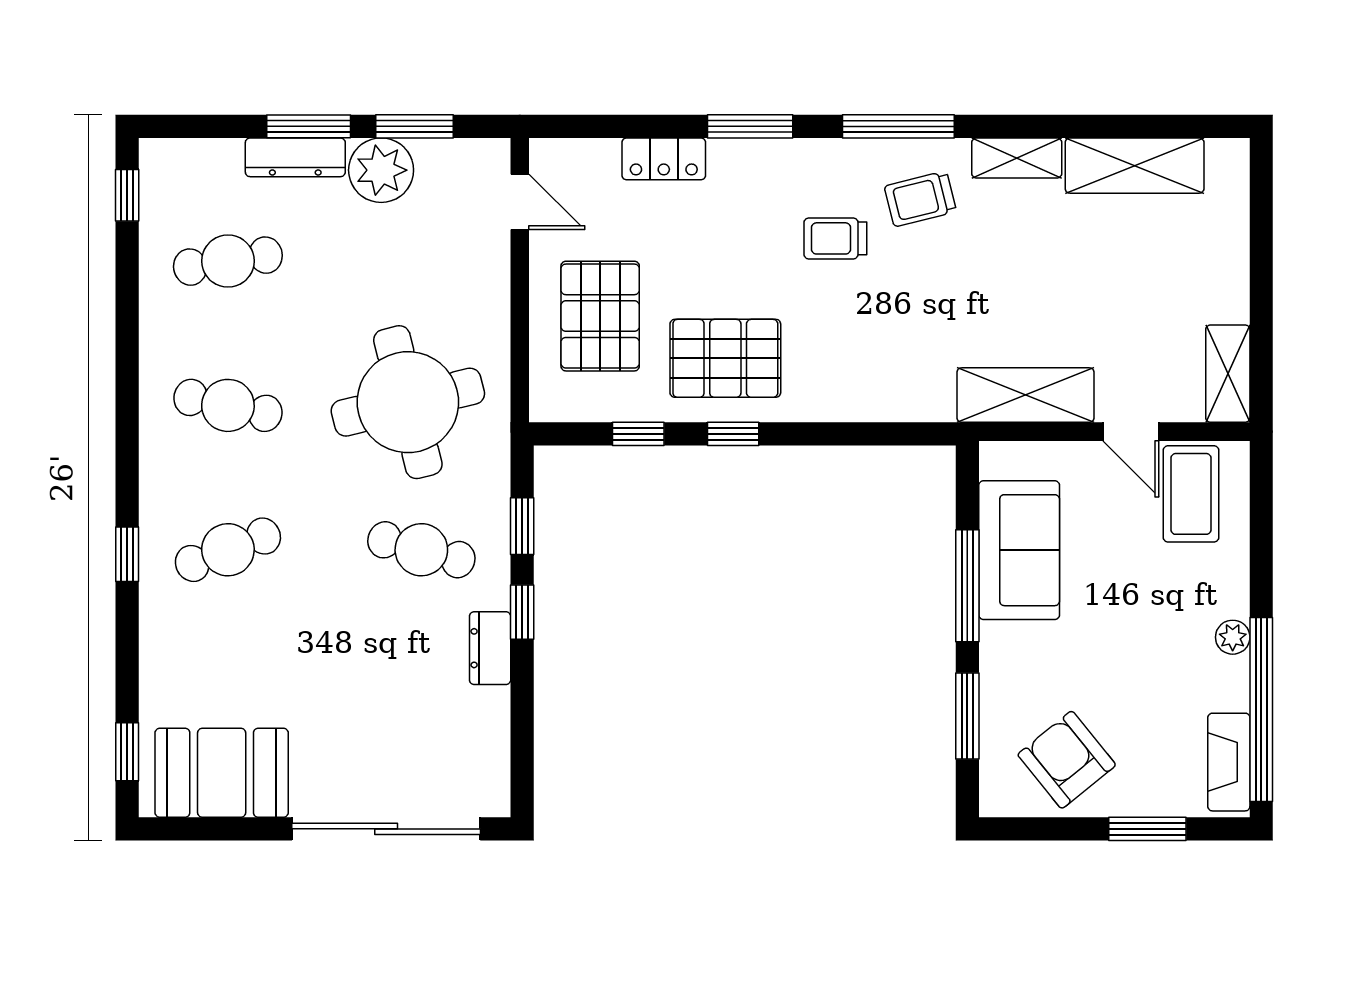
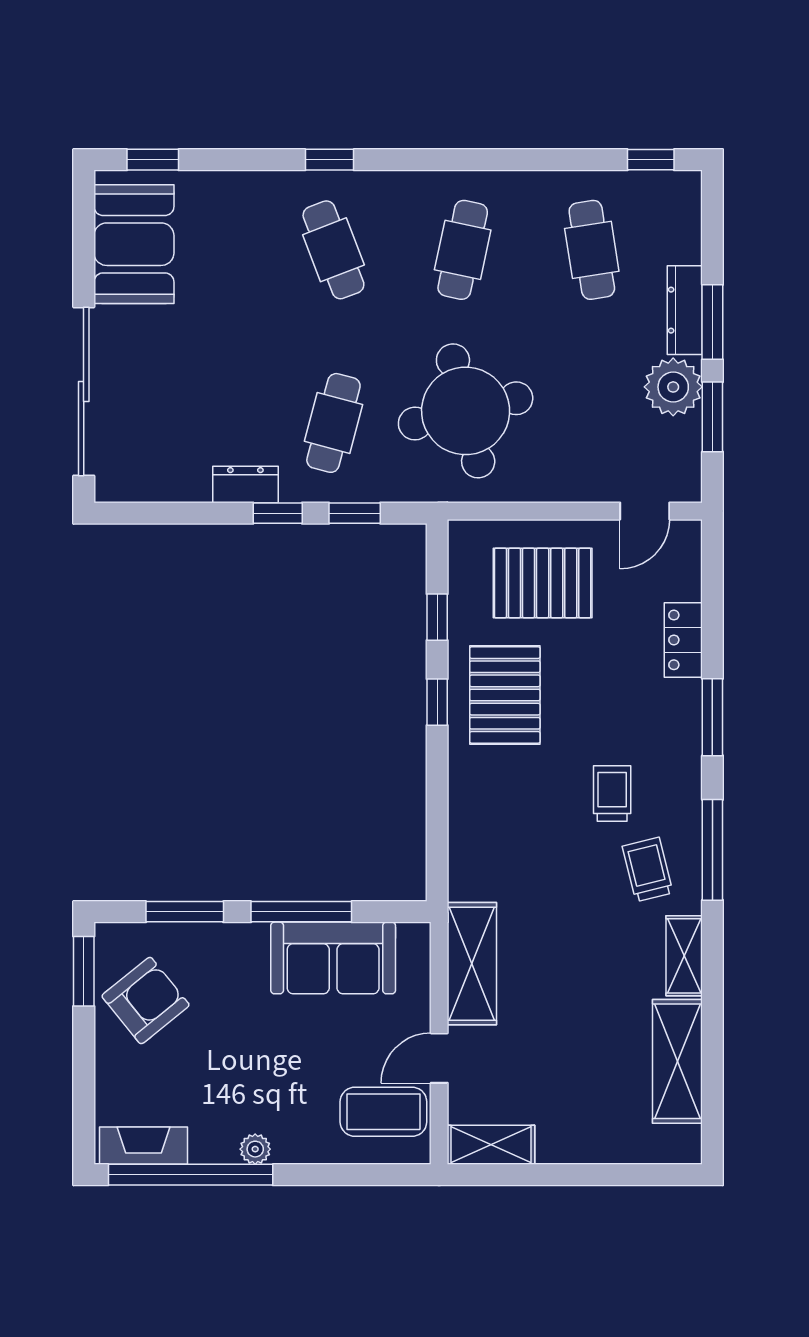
window: (1147, 829) -> (84, 971), moved

